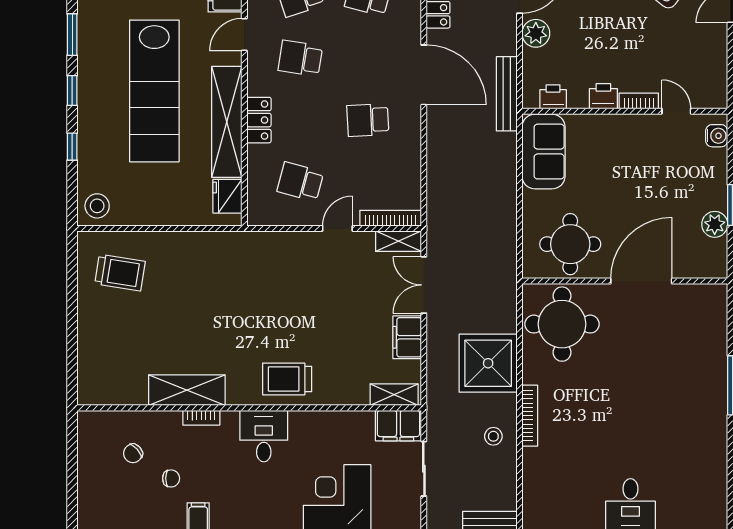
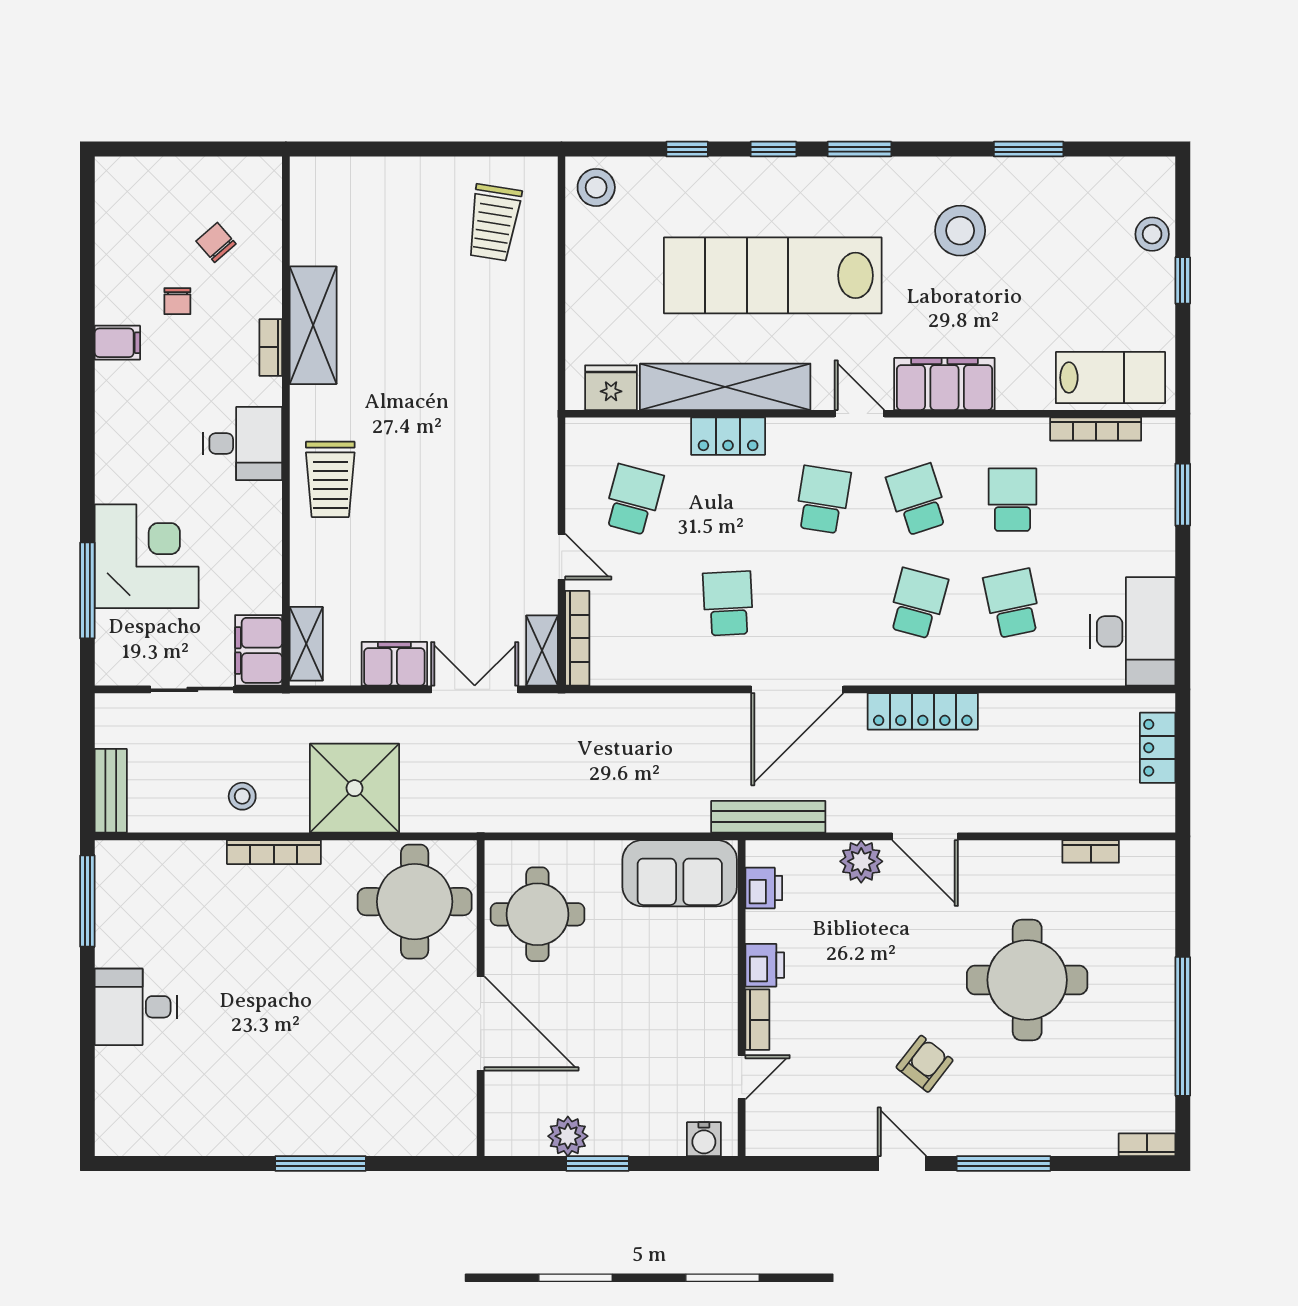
trolley: (287, 379) -> (330, 479), turned 180

